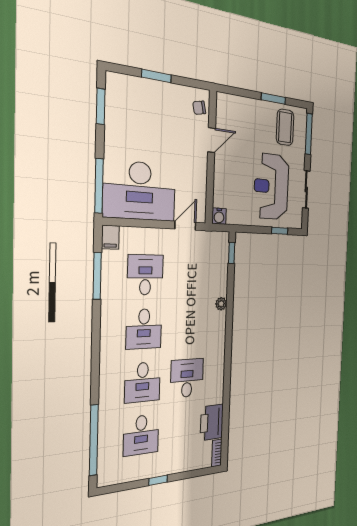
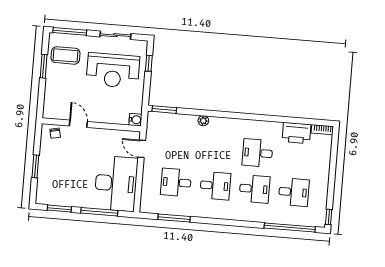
window: (99, 186) -> (99, 212), moved
filing cabinet: (110, 237) -> (148, 207), removed
window: (232, 253) -> (164, 110), width x1.50
window: (158, 480) -> (329, 217), moved

